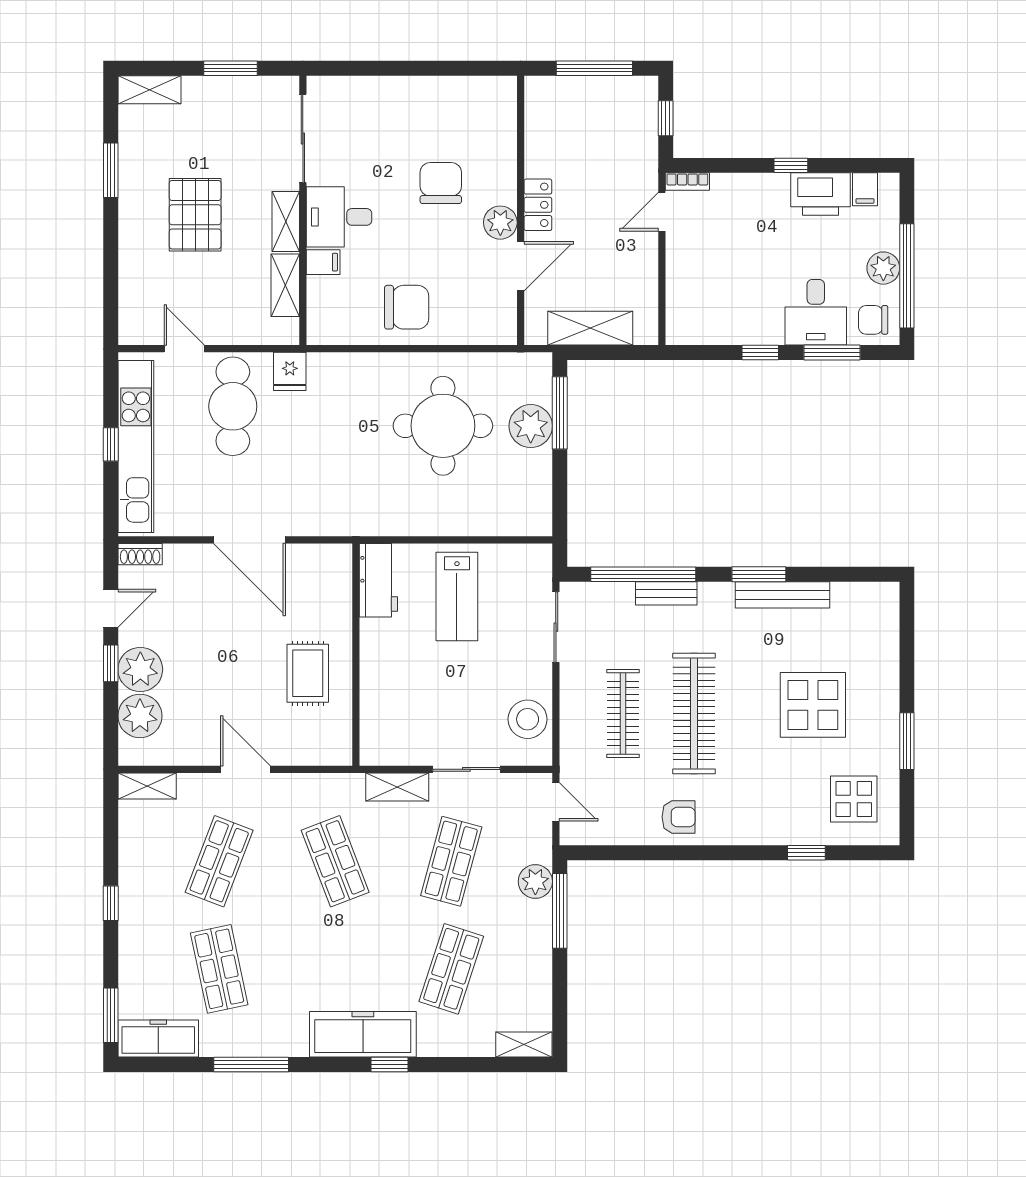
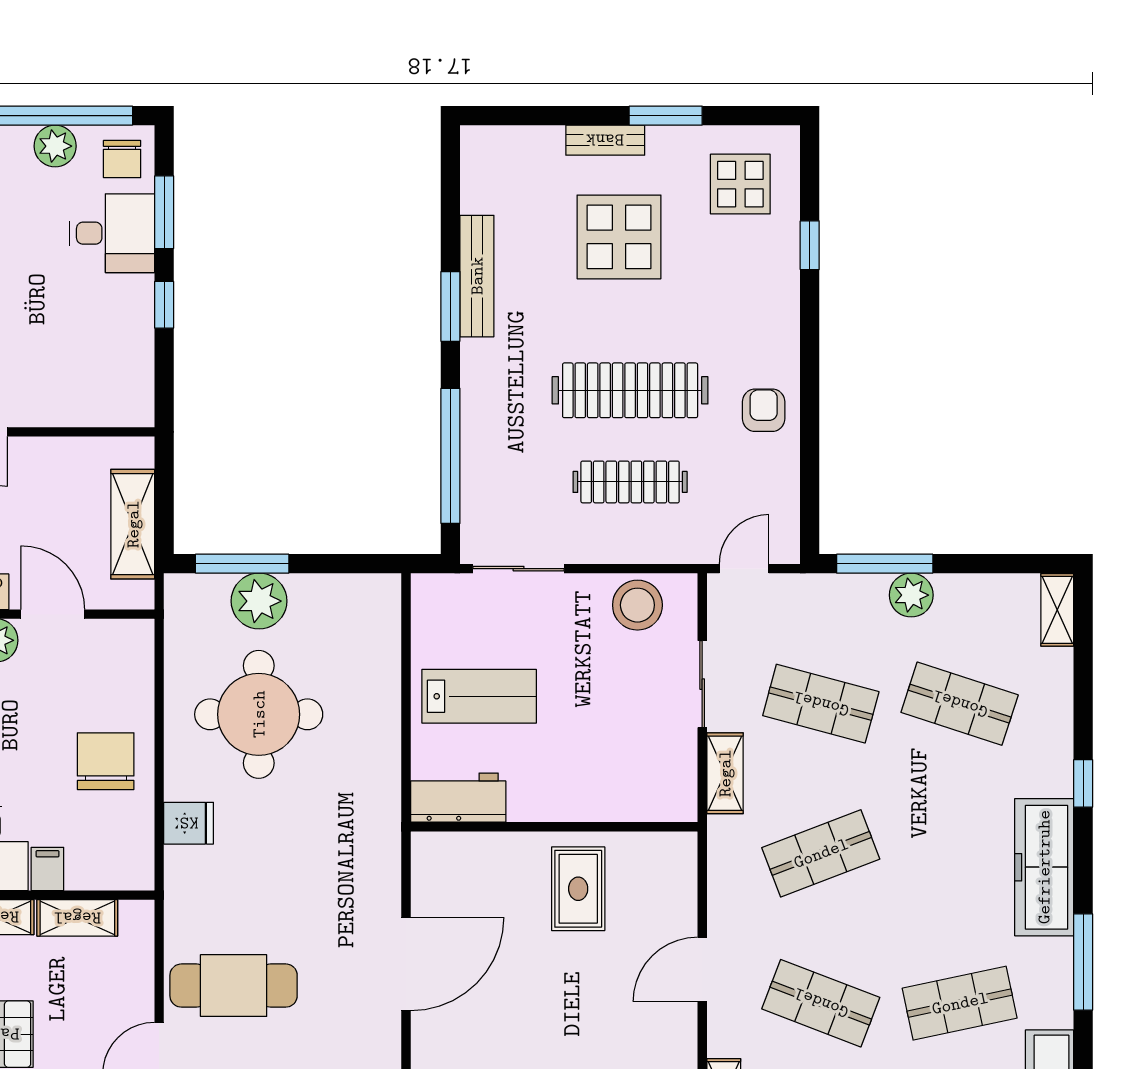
fridge: (290, 371) -> (189, 823), moved
bench: (666, 593) -> (605, 140), moved, turned 90
rug: (308, 673) -> (578, 889), turned 90
plant: (535, 881) -> (911, 595), moved
freezer: (363, 1034) -> (1044, 867), moved

